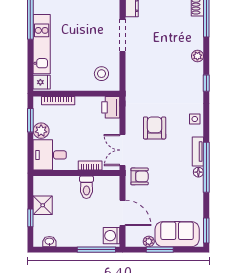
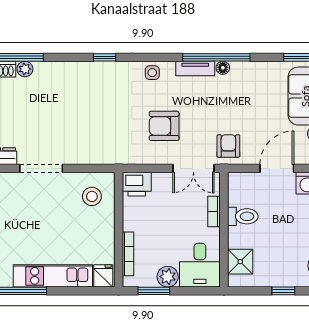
plant: (197, 56) -> (25, 69), moved
shower: (43, 205) -> (240, 262), moved

